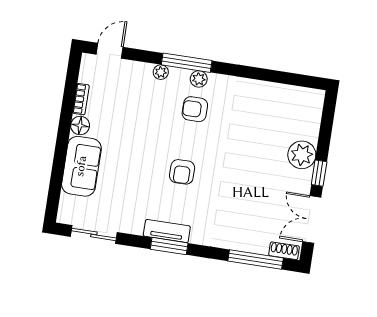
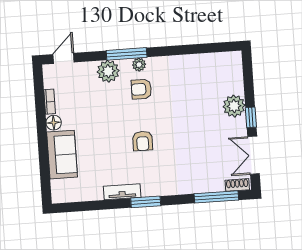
plant: (161, 72) -> (108, 71), width x1.87, depth x1.87
tv unit: (167, 231) -> (122, 192), moved
sliding door: (94, 234) -> (84, 206), removed

